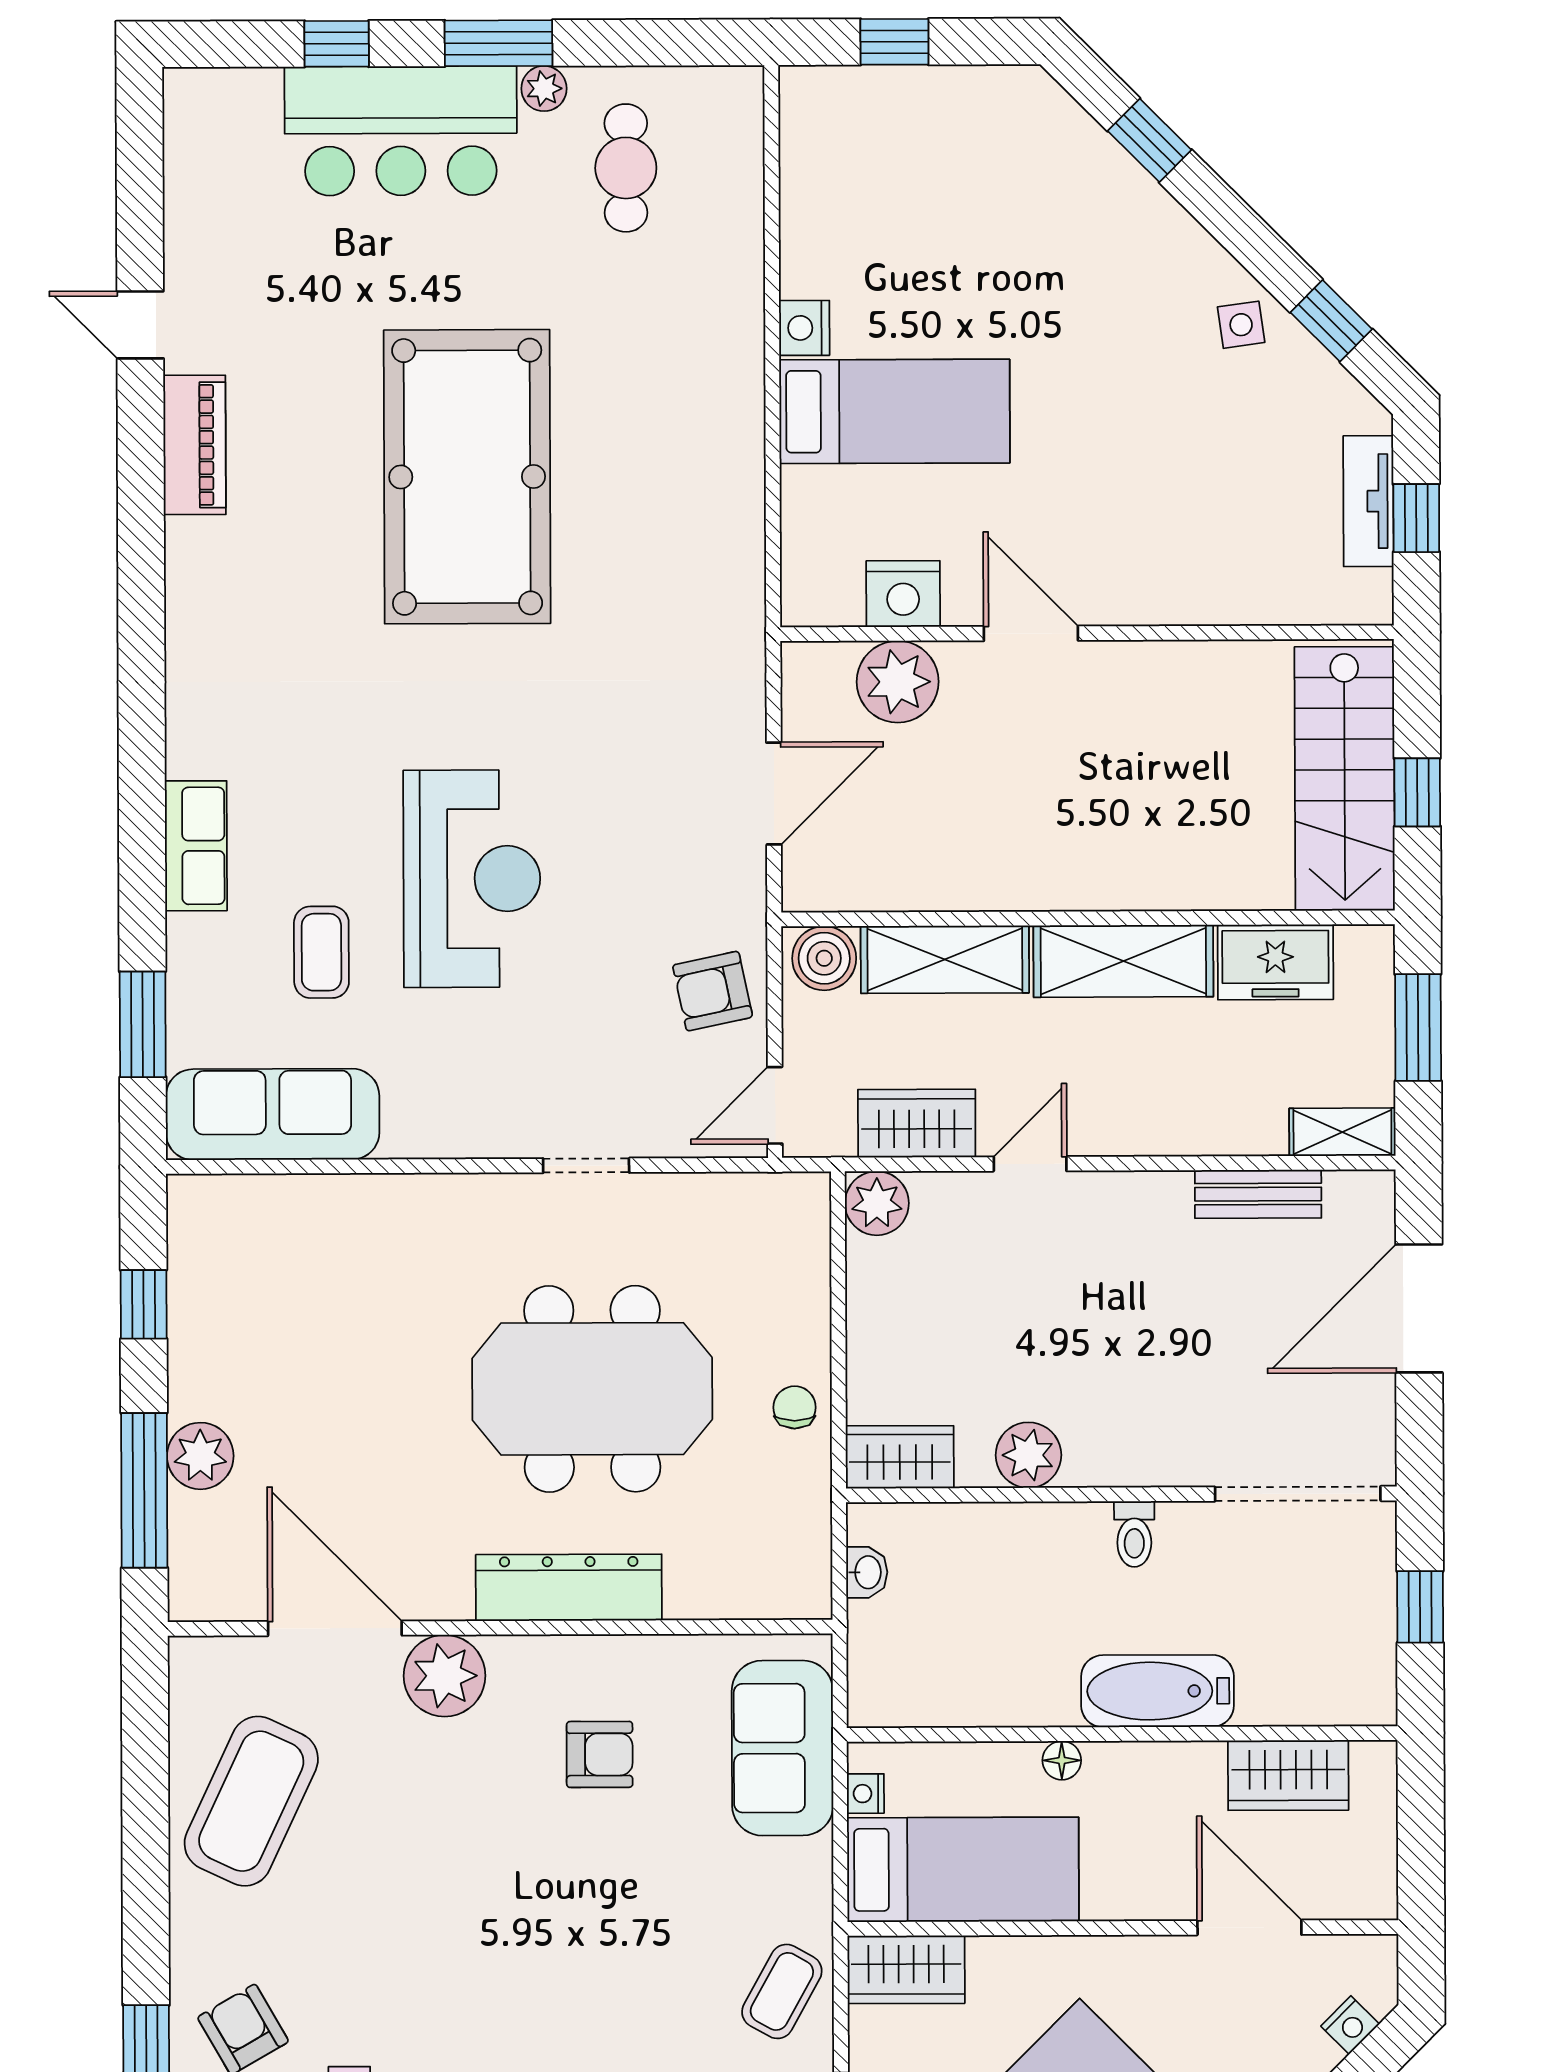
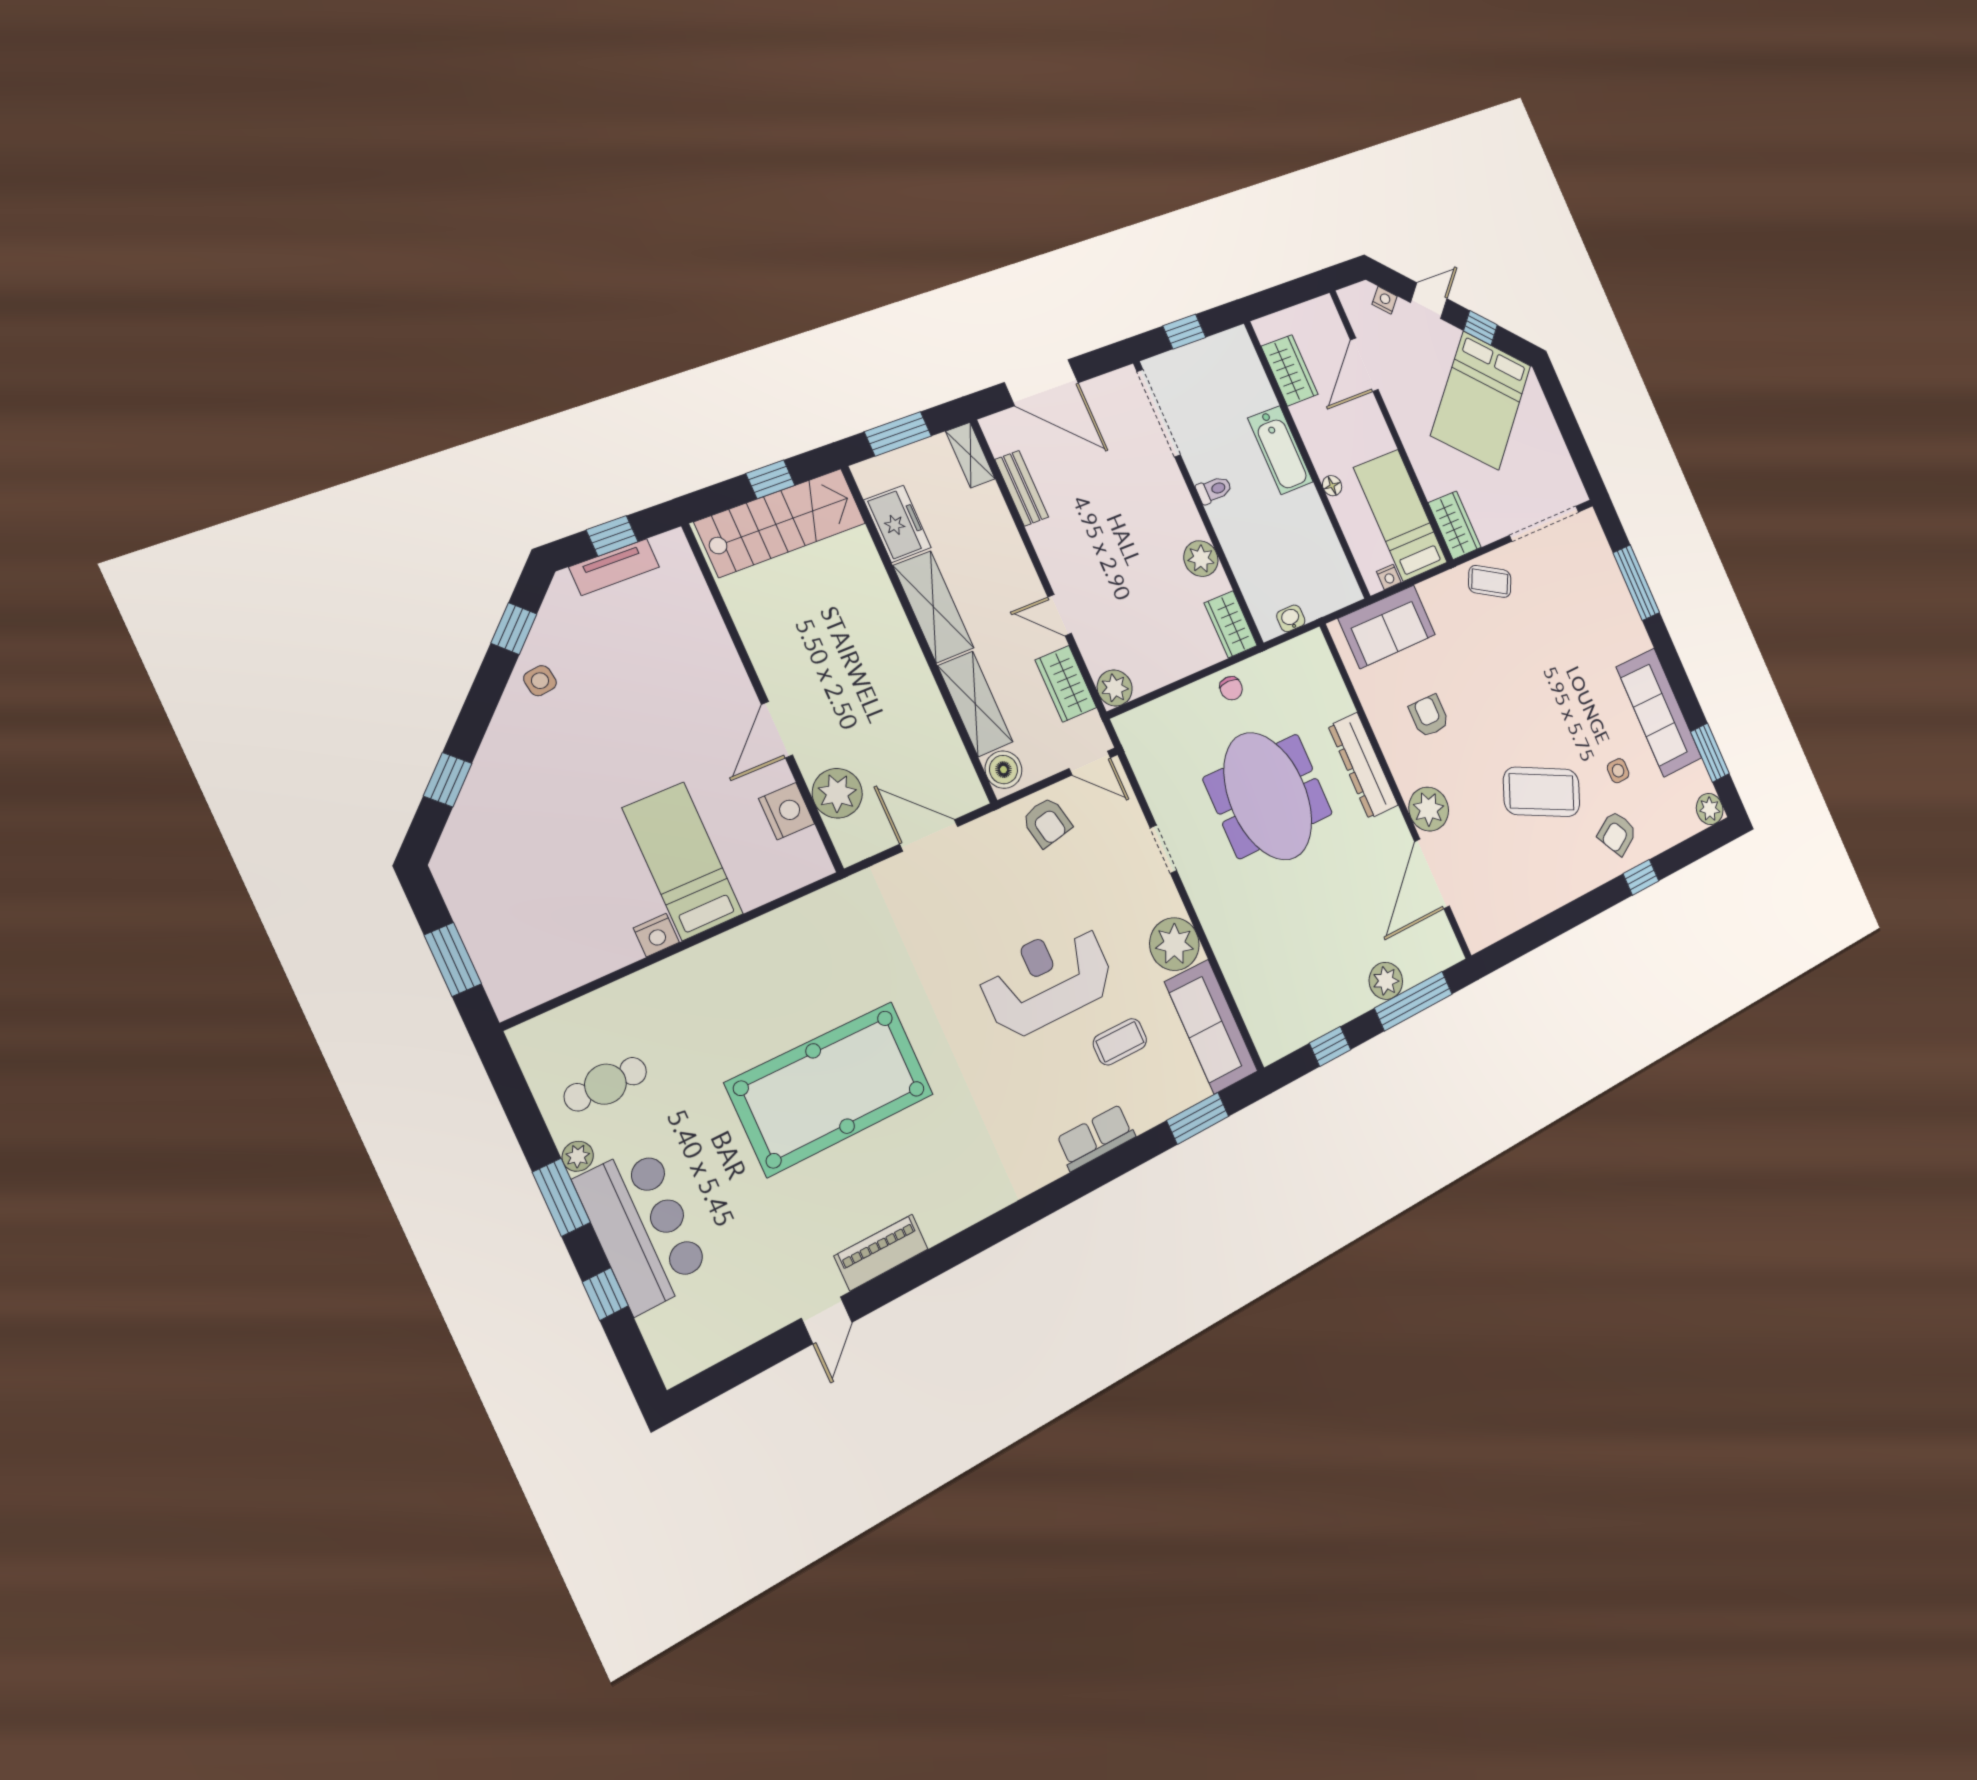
window: (894, 42) -> (453, 959), width x1.50
plant: (430, 1114) -> (1174, 944), added
chair: (795, 1407) -> (1231, 688), turned -90
coffee table: (251, 1801) -> (1542, 792), moved

